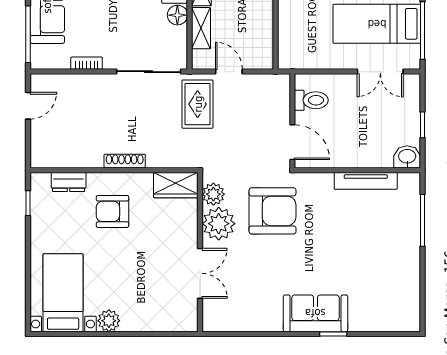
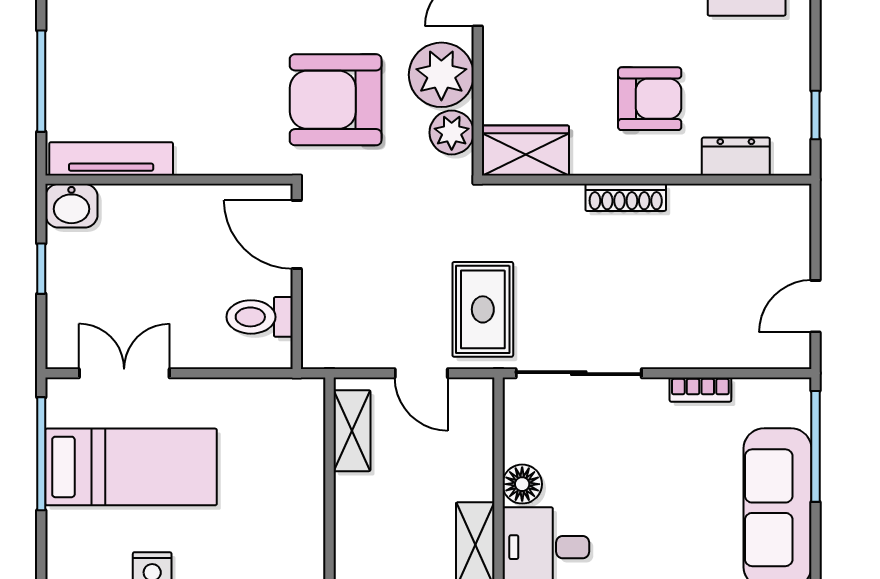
shelving: (201, 28) -> (352, 431), moved
tv unit: (366, 181) -> (111, 159), moved

